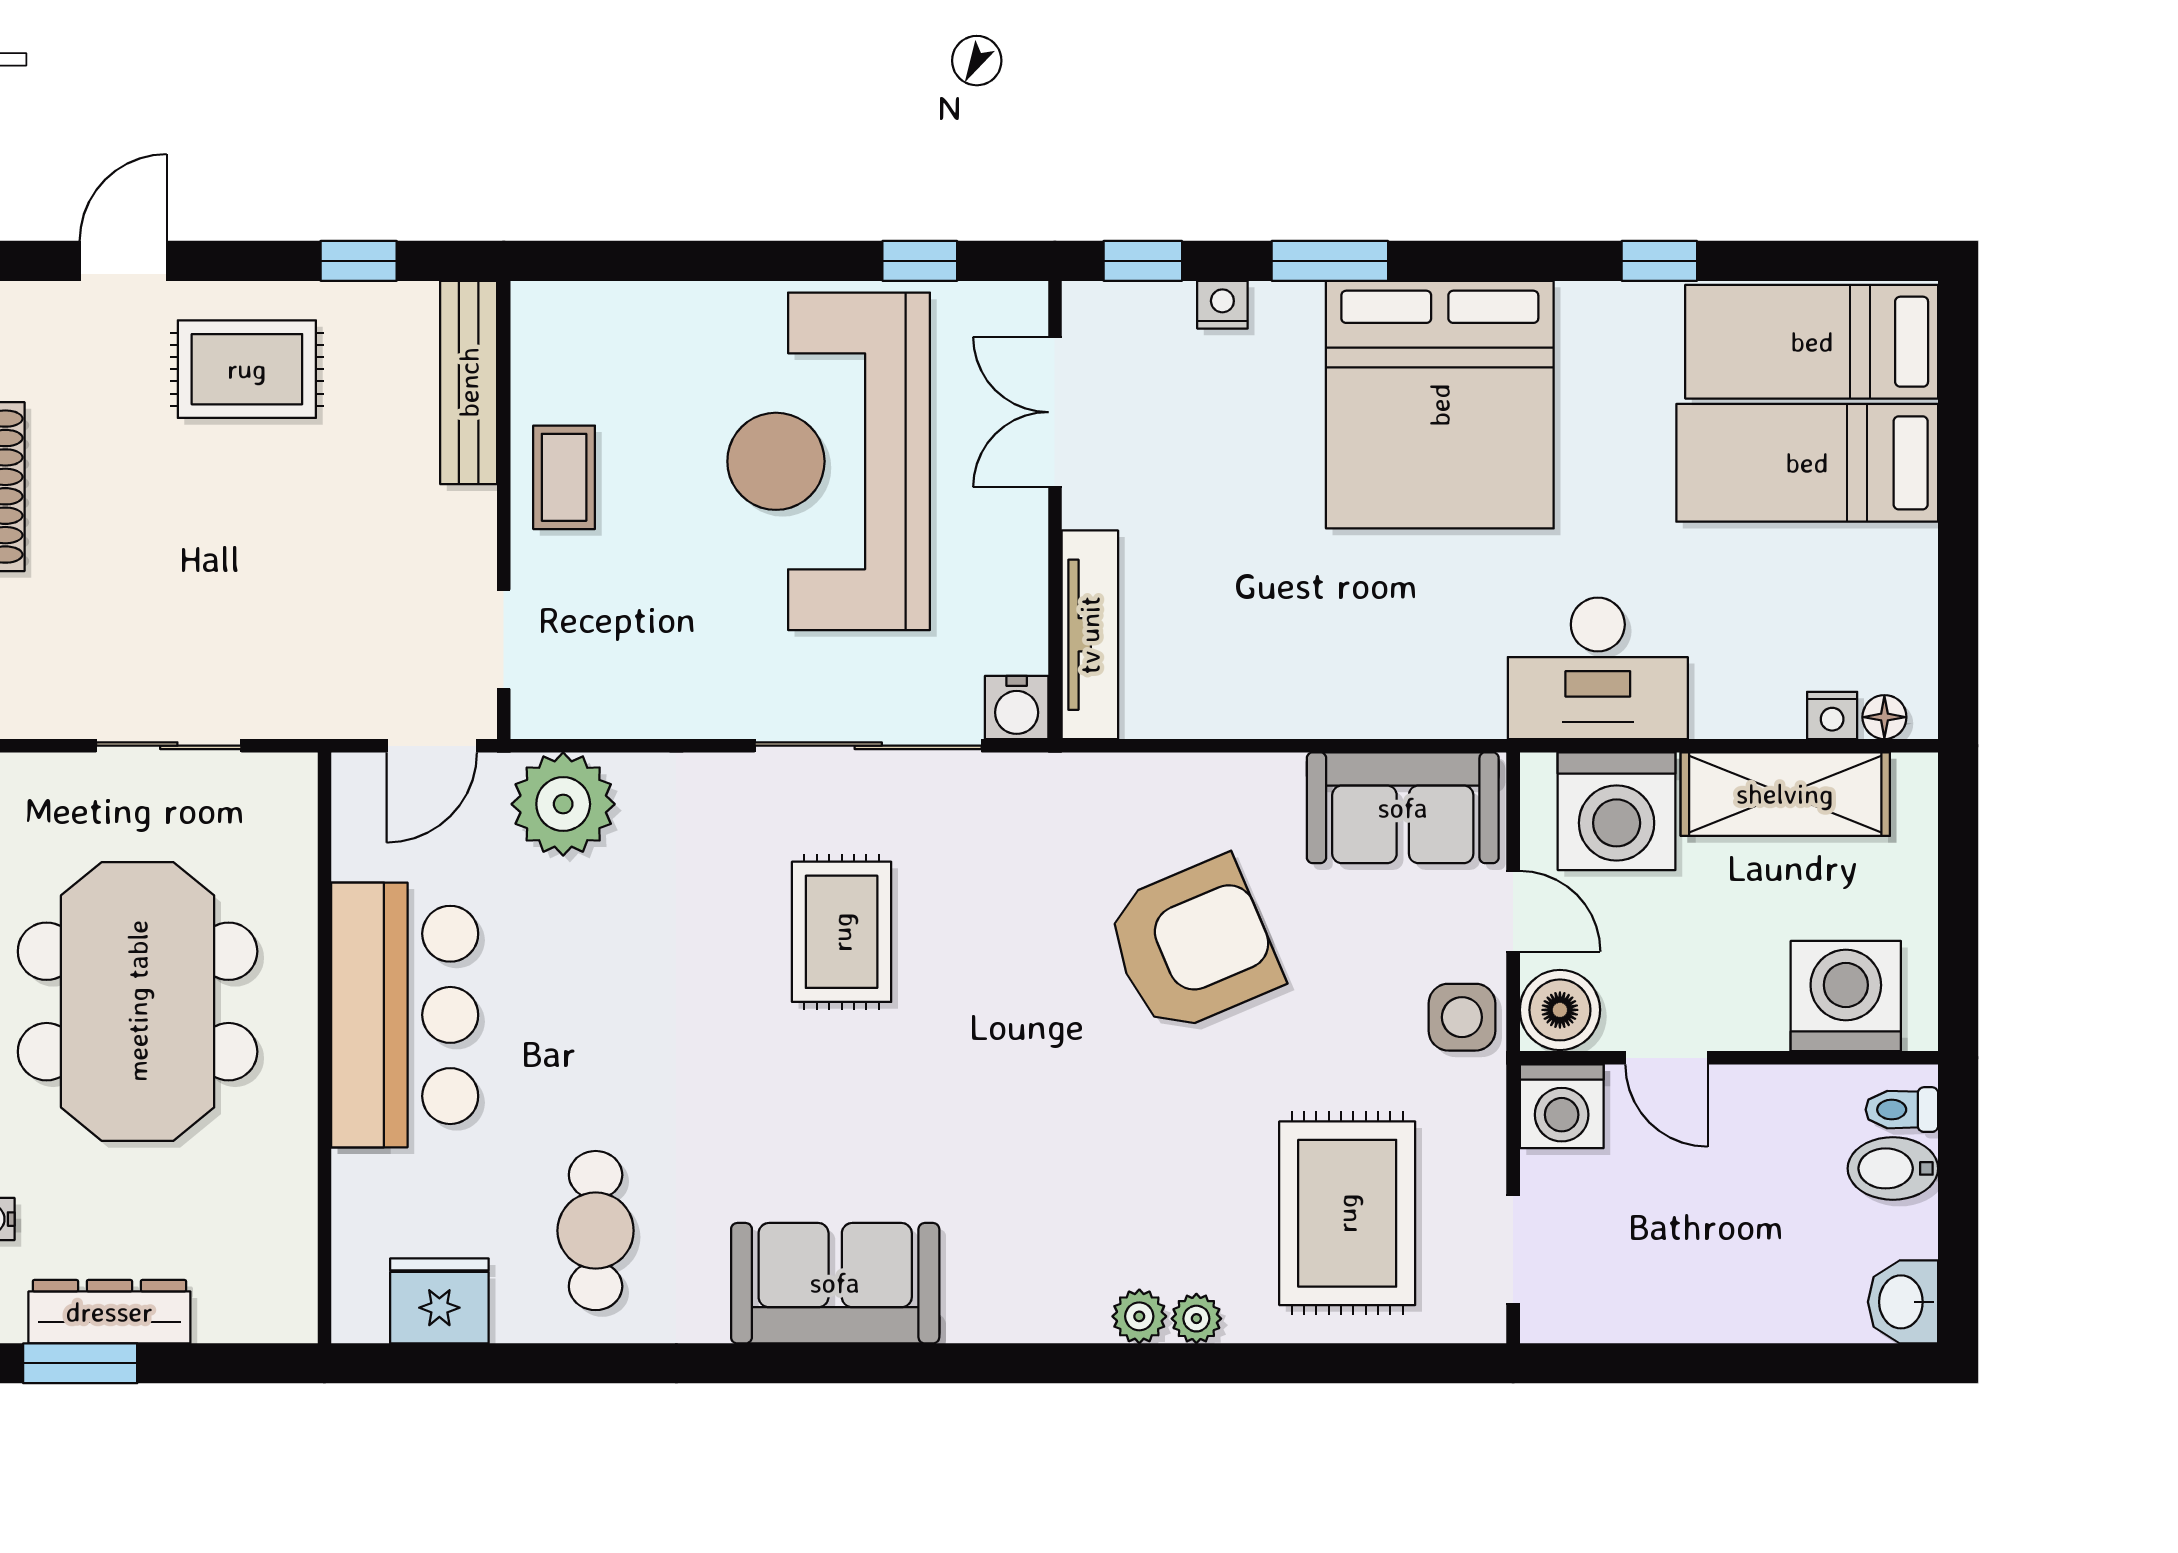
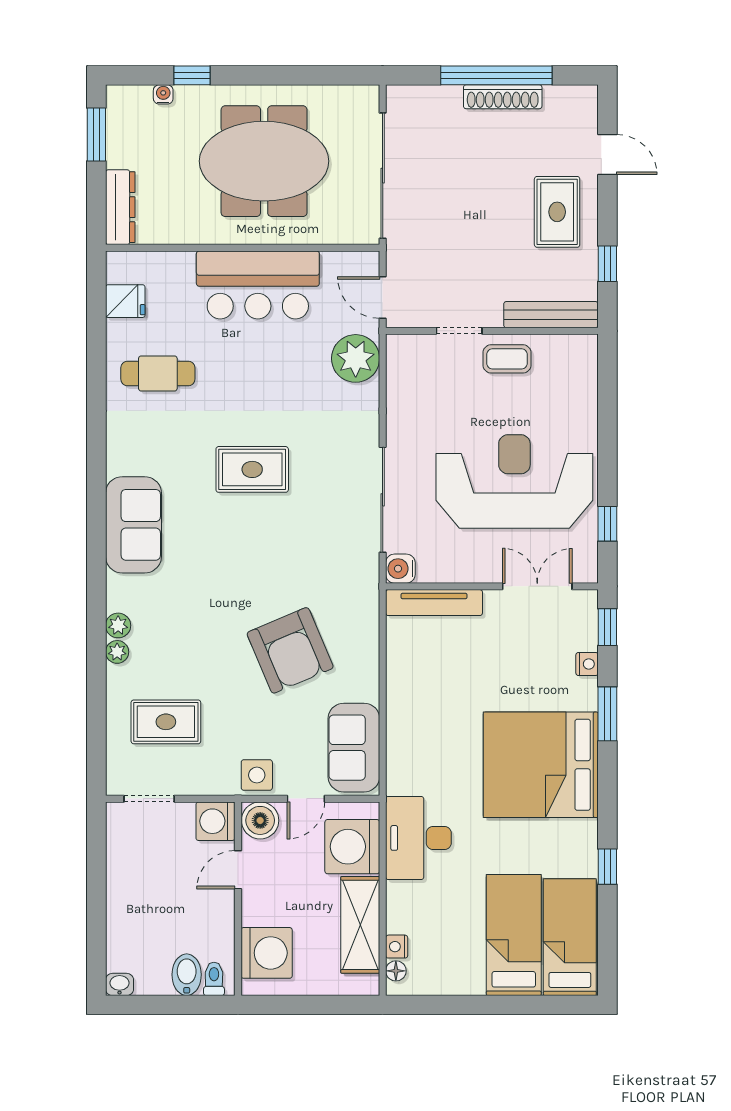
doorway: (504, 639) -> (459, 331), moved
sliding door: (169, 746) -> (383, 176), width x1.86
rug: (842, 932) -> (252, 469), moved
rug: (1347, 1213) -> (166, 722), width x0.73, depth x0.70
sofa: (835, 1283) -> (133, 525), moved
fridge: (439, 1301) -> (125, 301), width x0.72
washbasin: (1903, 1302) -> (120, 984), width x0.72, depth x0.69
dresser: (109, 1312) -> (120, 207), moved

